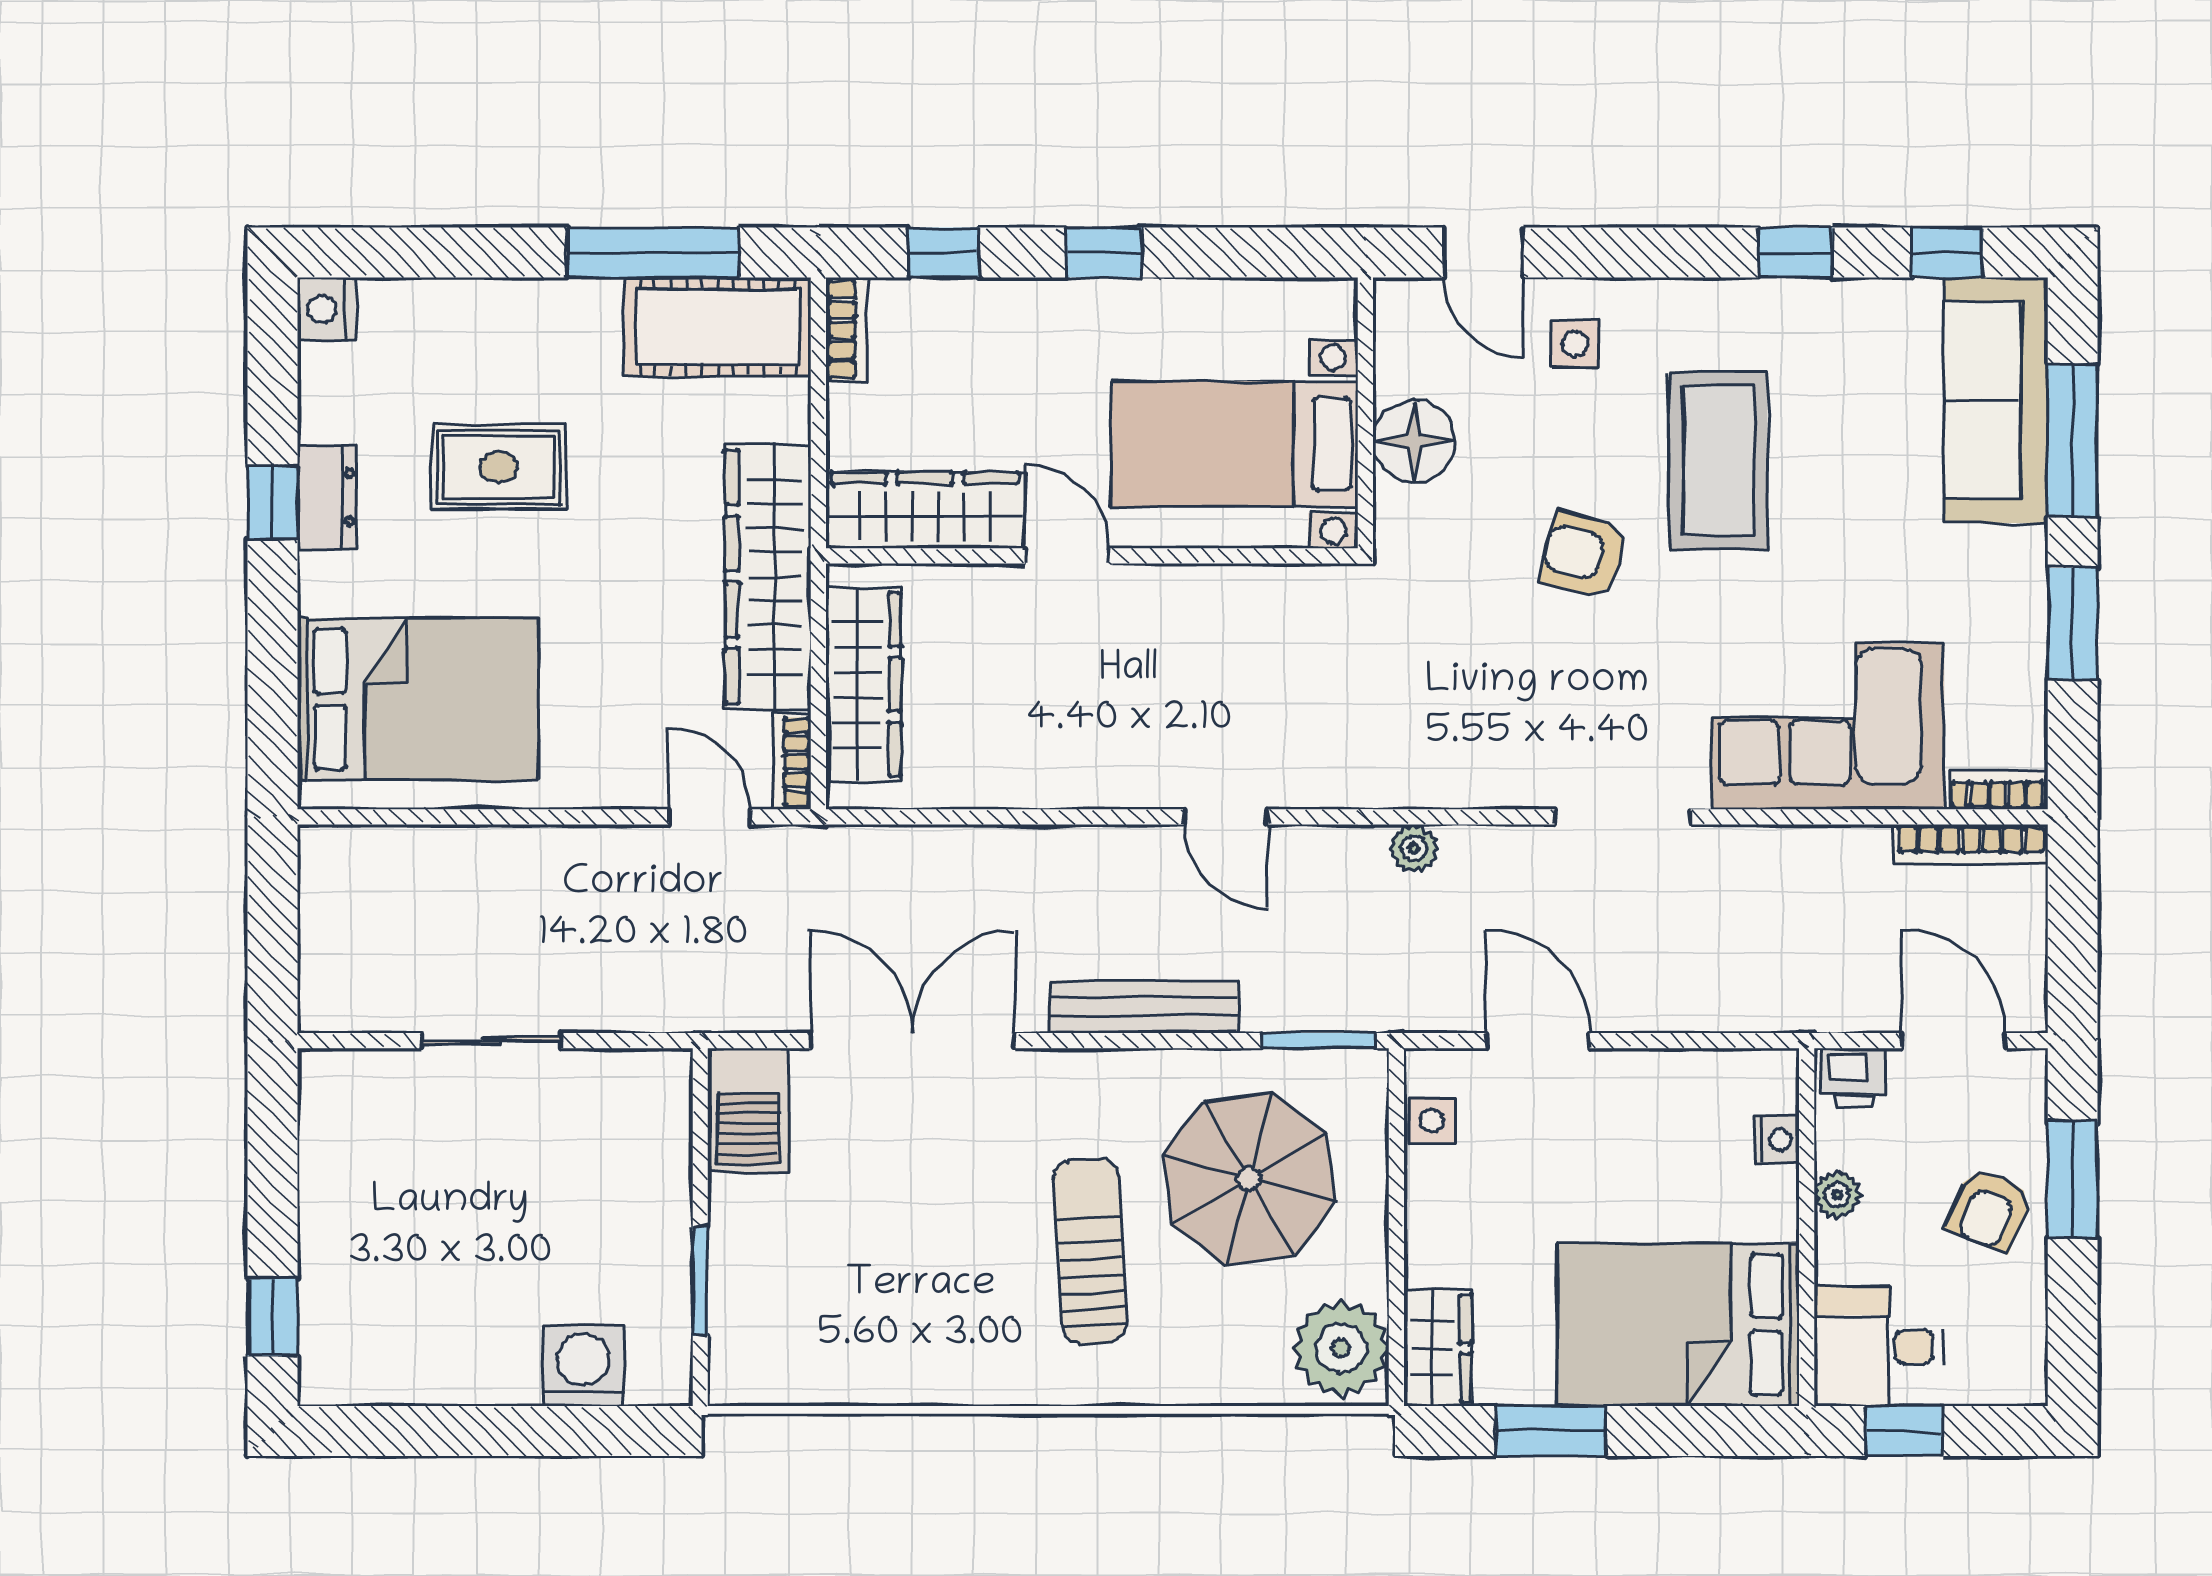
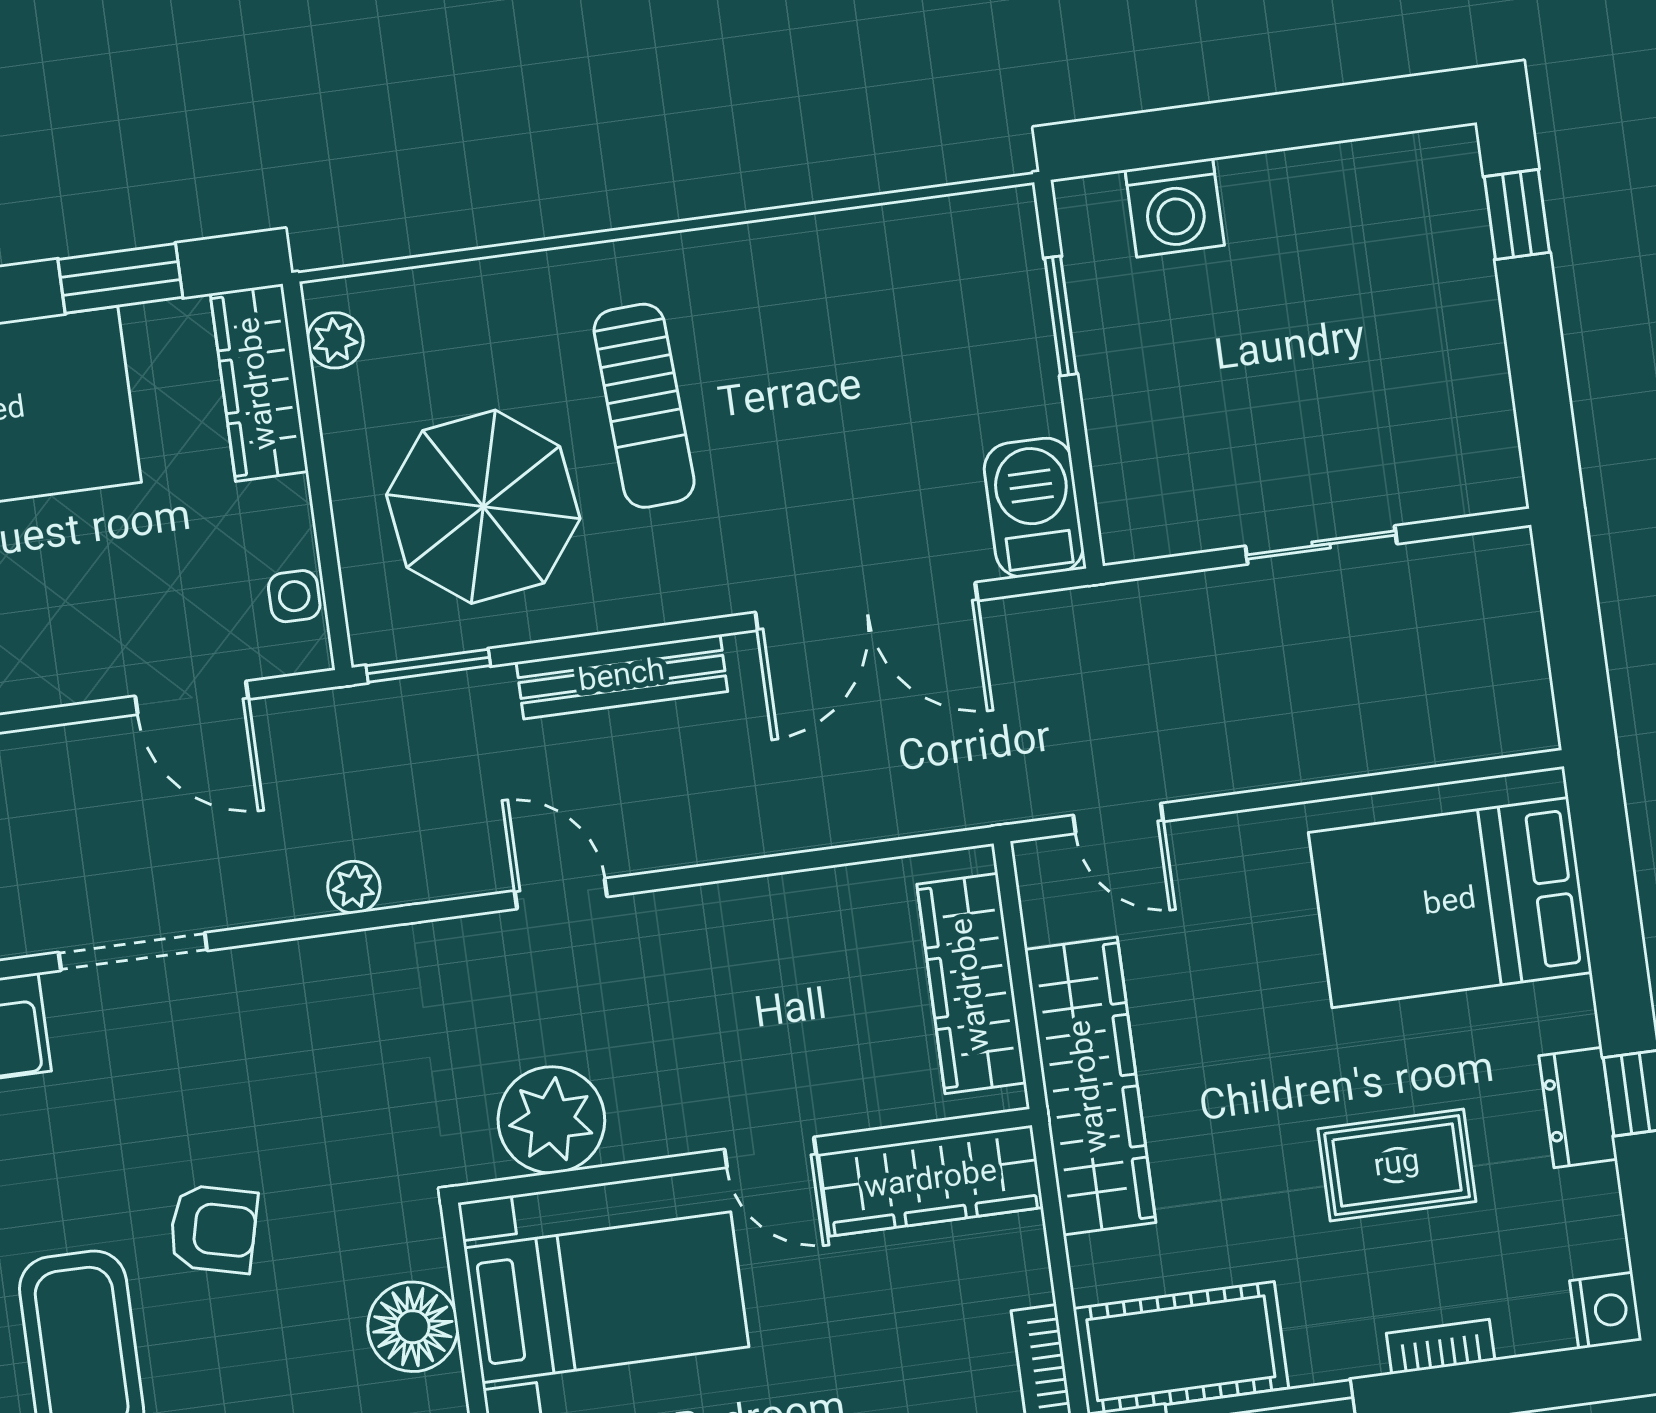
plant: (1262, 612) -> (551, 1120), added
bookcase: (792, 762) -> (1441, 1347), moved, turned -90
plant: (1341, 1348) -> (335, 340), width x0.53, depth x0.53
wardrobe: (1438, 1348) -> (259, 383), width x1.50

